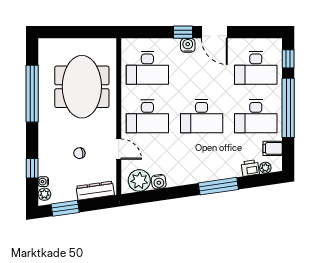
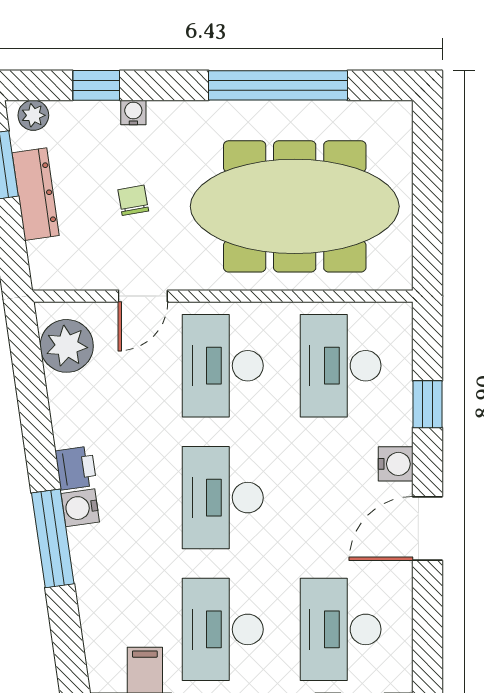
window: (183, 32) -> (427, 404), moved
meeting table: (82, 87) -> (295, 206), width x1.36
printer: (250, 168) -> (76, 468), moved
plant: (265, 168) -> (98, 653), removed
water cooler: (43, 182) -> (133, 112), moved
water cooler: (159, 182) -> (80, 508), moved
dresser: (95, 191) -> (36, 194), moved

